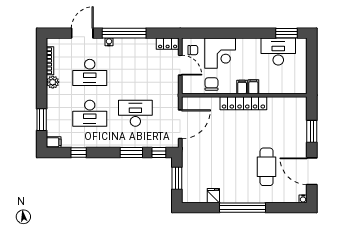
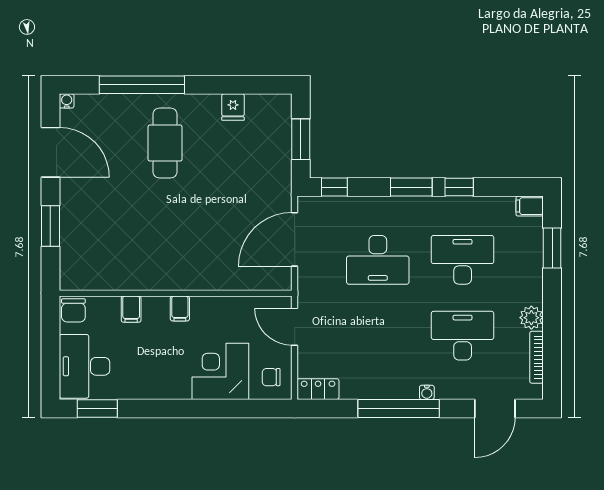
door: (82, 33) -> (495, 408), moved
desk: (278, 52) -> (85, 366), moved, turned 90
door: (180, 65) -> (295, 327), moved
chair: (211, 84) -> (73, 310), moved
filing cabinet: (253, 87) -> (131, 309), moved
locker: (243, 103) -> (177, 278), removed
window: (79, 152) -> (459, 187), moved
window: (131, 152) -> (411, 187), moved
cafe table: (267, 167) -> (165, 143), moved
window: (243, 208) -> (142, 85), moved

